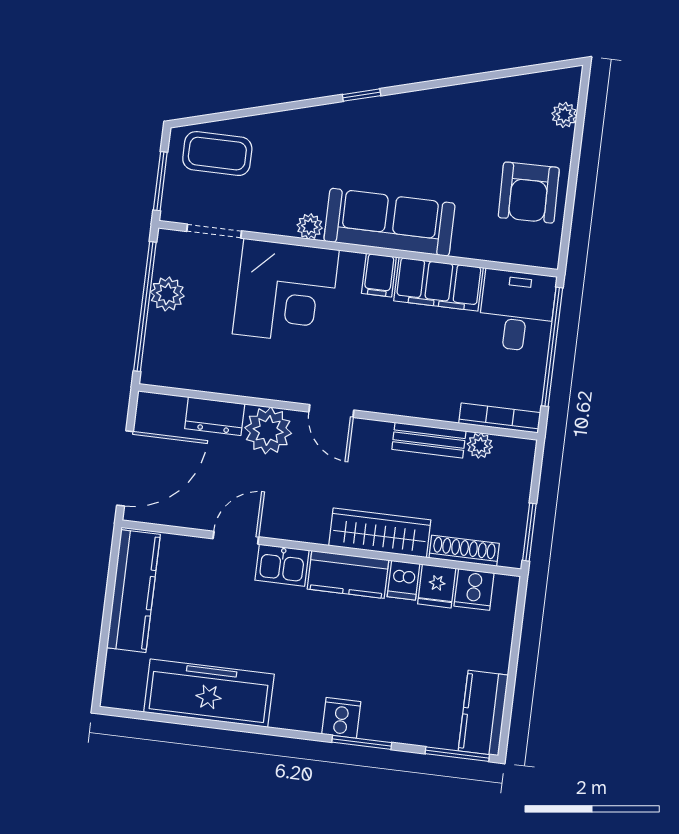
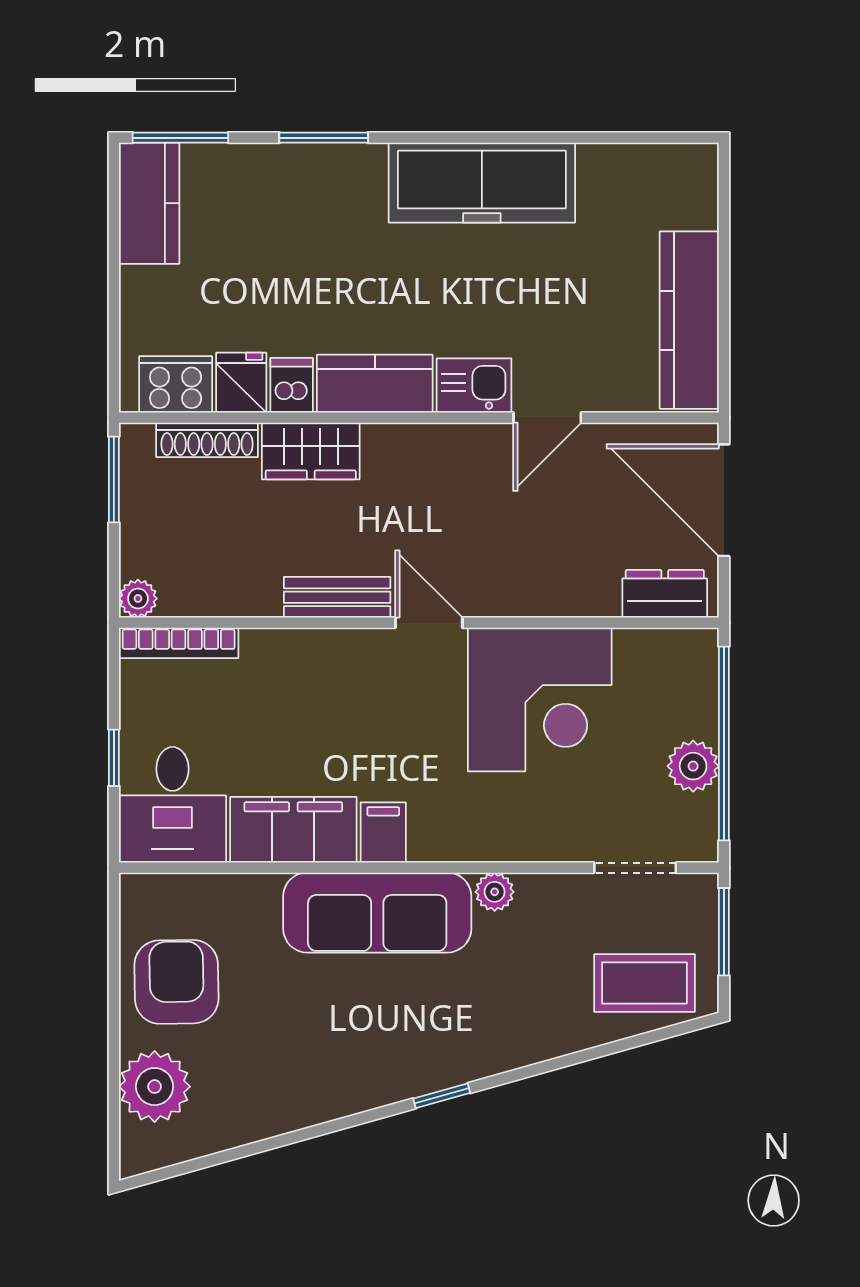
plant: (564, 115) -> (155, 1087), width x1.87, depth x1.87
corner desk: (286, 292) -> (540, 699), moved, turned 180
window: (552, 347) -> (114, 758), width x0.32
dresser: (215, 416) -> (665, 594), moved
plant: (268, 430) -> (519, 582), removed
bench: (429, 440) -> (337, 597), moved
plant: (480, 446) -> (138, 599), moved
door: (125, 468) -> (724, 500), hinge flipped
wardrobe: (380, 533) -> (311, 451), width x0.67
cooker: (474, 589) -> (176, 384), width x1.36
freezer: (209, 693) -> (482, 183), moved
cooker: (341, 718) -> (359, 170), removed

